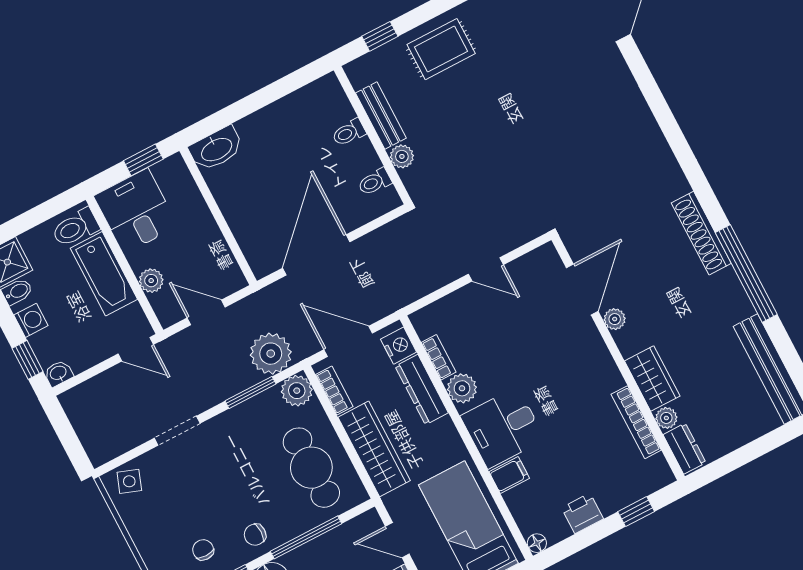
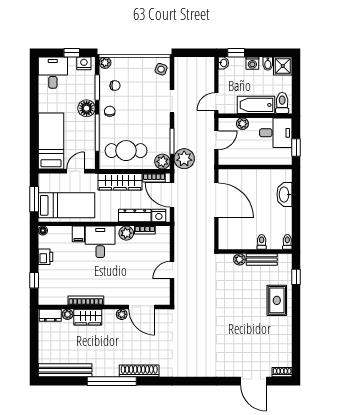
washbasin: (216, 149) -> (284, 194), moved
toilet: (375, 182) -> (287, 242), moved
door: (348, 341) -> (172, 195), swing flipped
bookcase: (636, 422) -> (86, 300), moved

